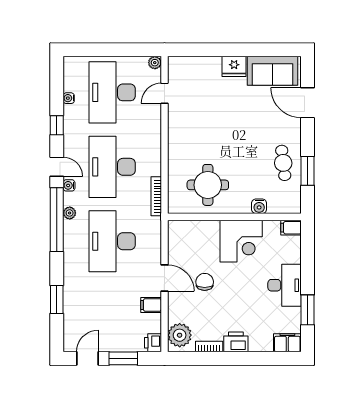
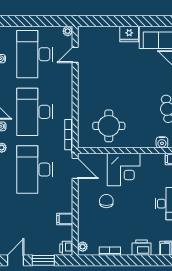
water cooler: (259, 206) -> (162, 142), moved
corner desk: (241, 241) -> (124, 169), moved
door: (164, 278) -> (75, 168), moved
plant: (180, 335) -> (83, 247), width x0.53, depth x0.53
printer: (236, 342) -> (141, 248), moved

